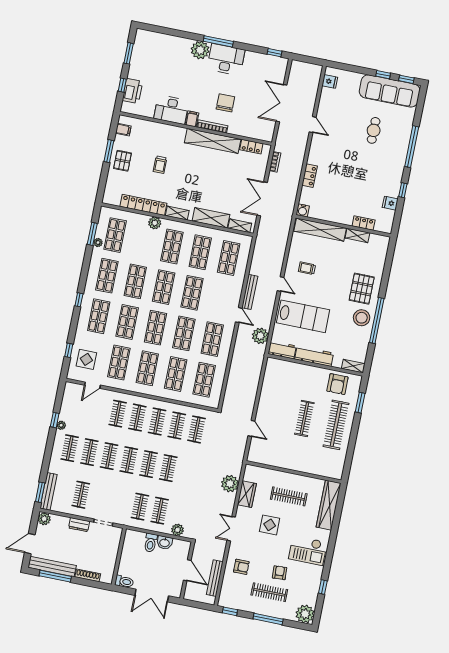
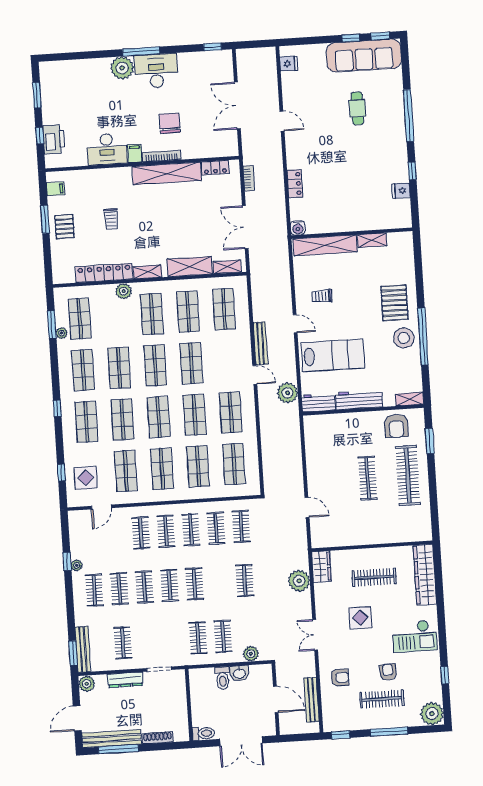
locker: (364, 223) -> (375, 223), removed
clothes rail: (168, 468) -> (245, 581), moved
wardrobe: (247, 494) -> (321, 567), moved
dresser: (79, 525) -> (125, 680), width x1.44

